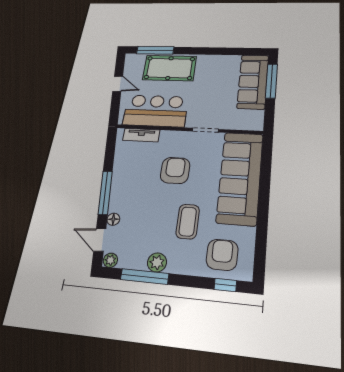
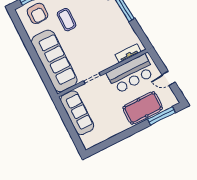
window: (271, 81) -> (73, 133), removed
sofa: (253, 82) -> (77, 113), moved
armchair: (175, 170) -> (93, 44), removed

